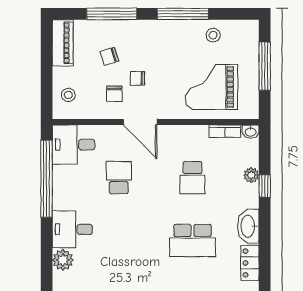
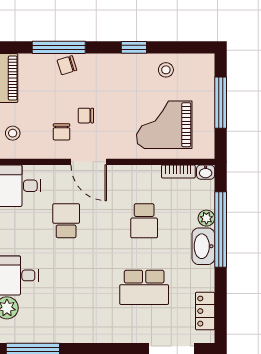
window: (183, 14) -> (134, 47), width x0.46
chair: (109, 56) -> (67, 65), moved
window: (265, 186) -> (221, 230), width x3.17
washbasin: (248, 226) -> (203, 246), moved

